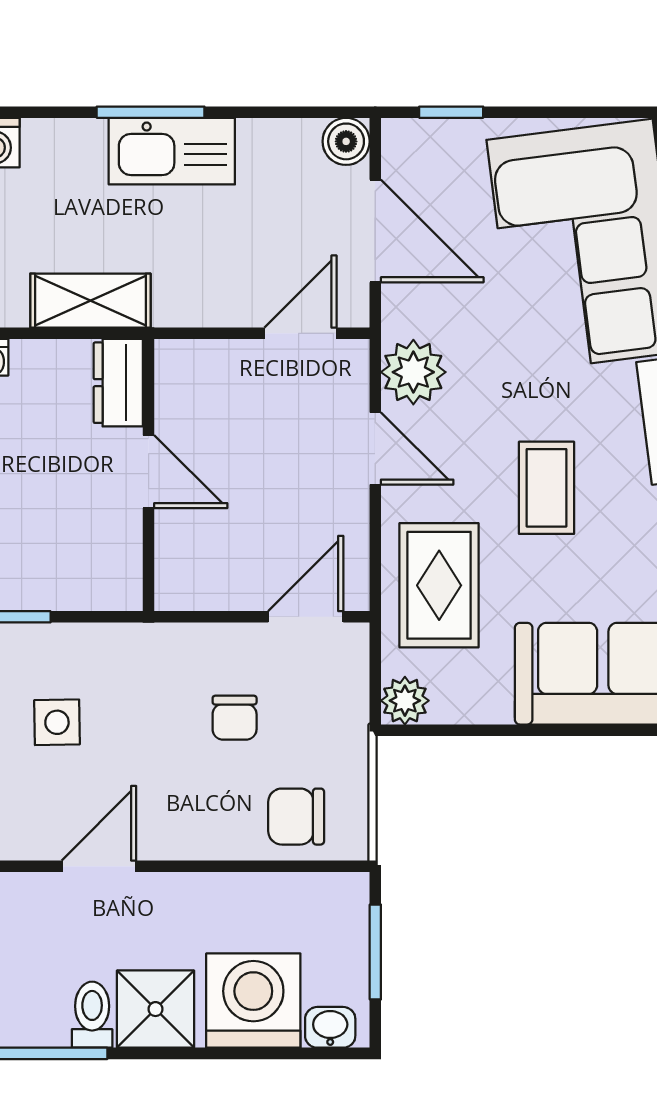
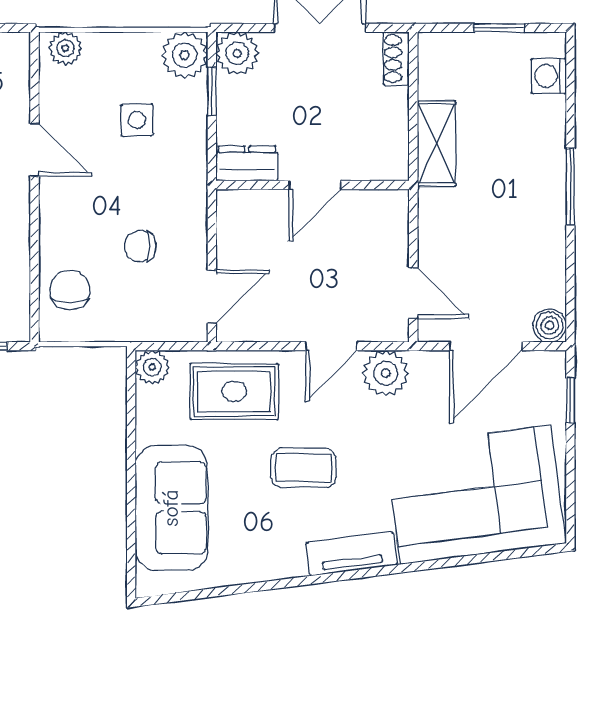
kitchen sink: (172, 151) -> (543, 202), removed
dresser: (118, 383) -> (247, 163), moved
door: (306, 617) -> (212, 297), hinge flipped

